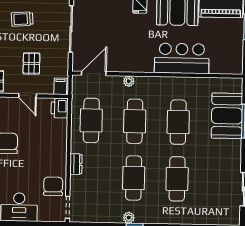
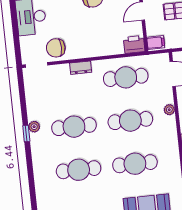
chair: (53, 186) -> (56, 48), turned 180

